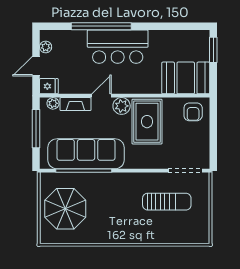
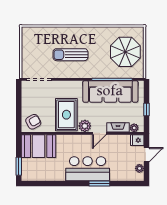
window: (101, 26) -> (99, 183), width x0.47
armchair: (193, 112) -> (33, 122), turned 60
window: (36, 129) -> (146, 110), width x0.46
sun lounger: (167, 202) -> (70, 55), moved

